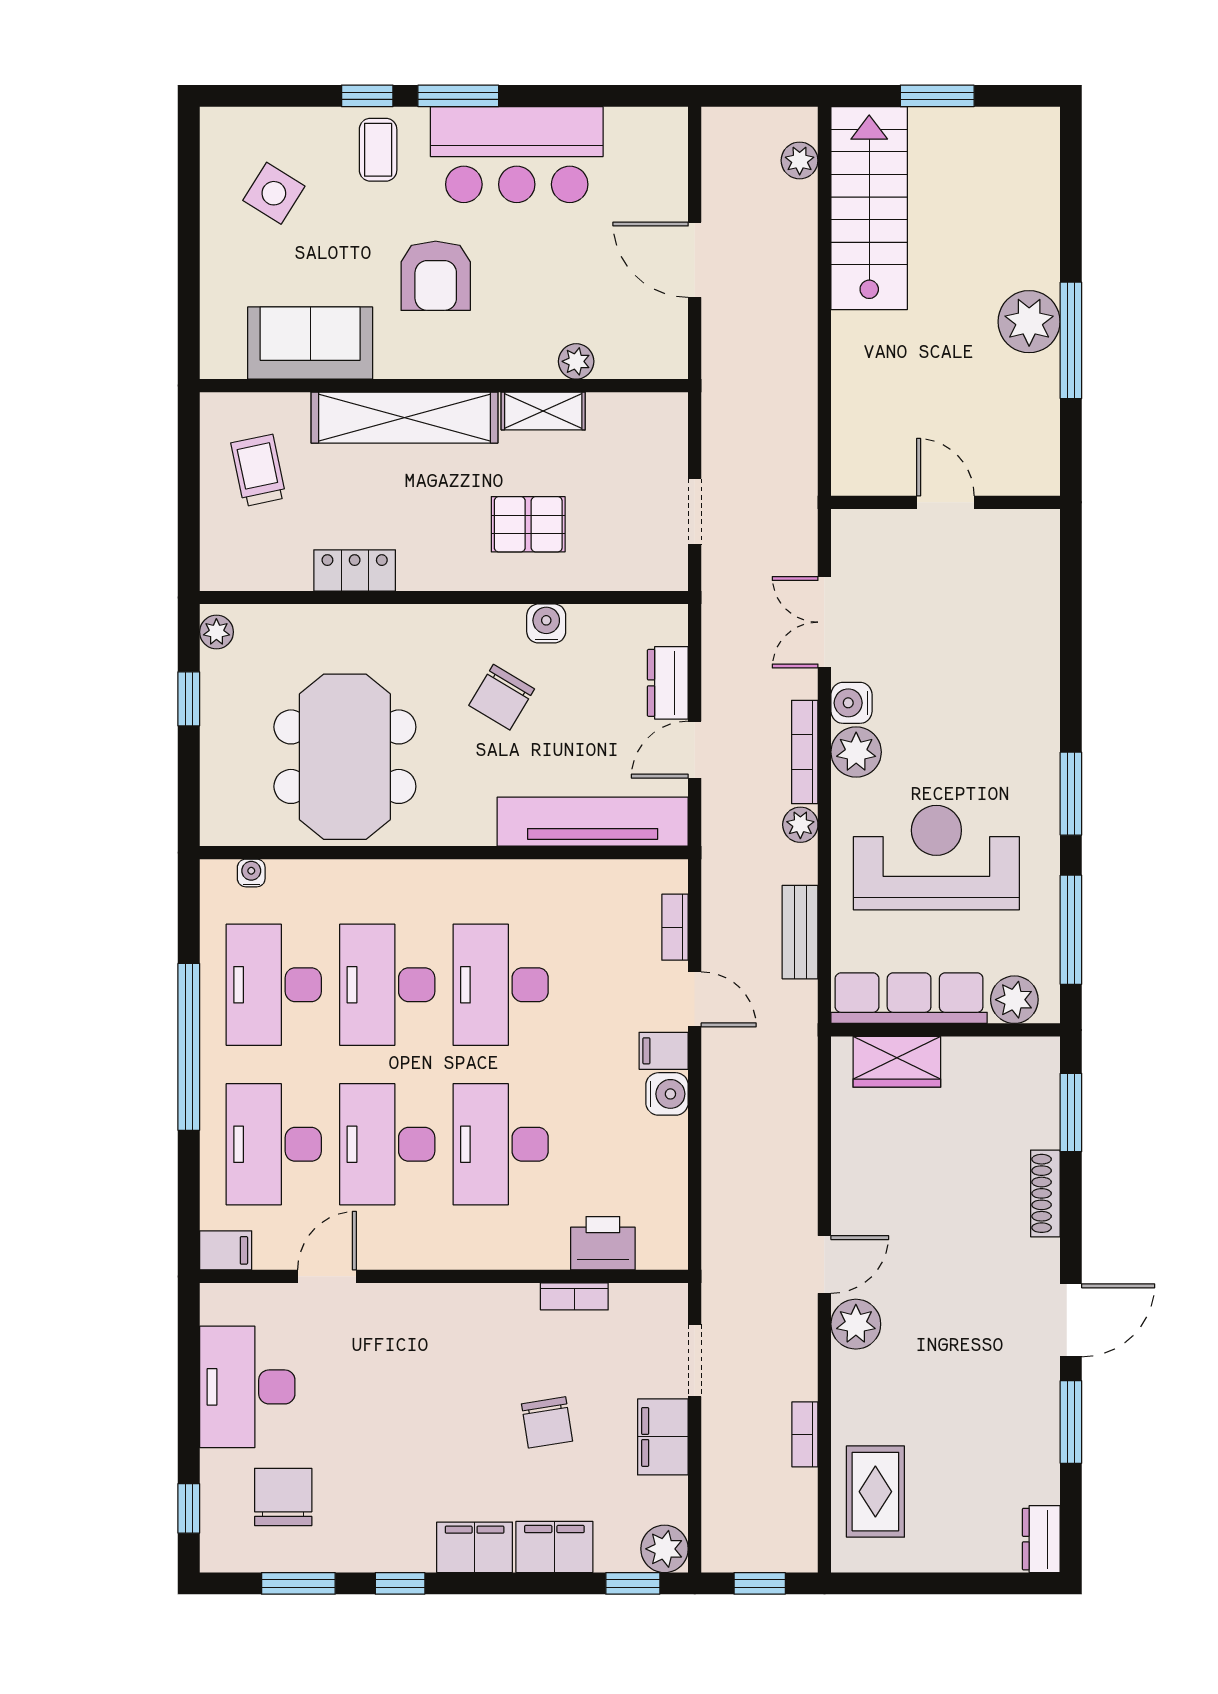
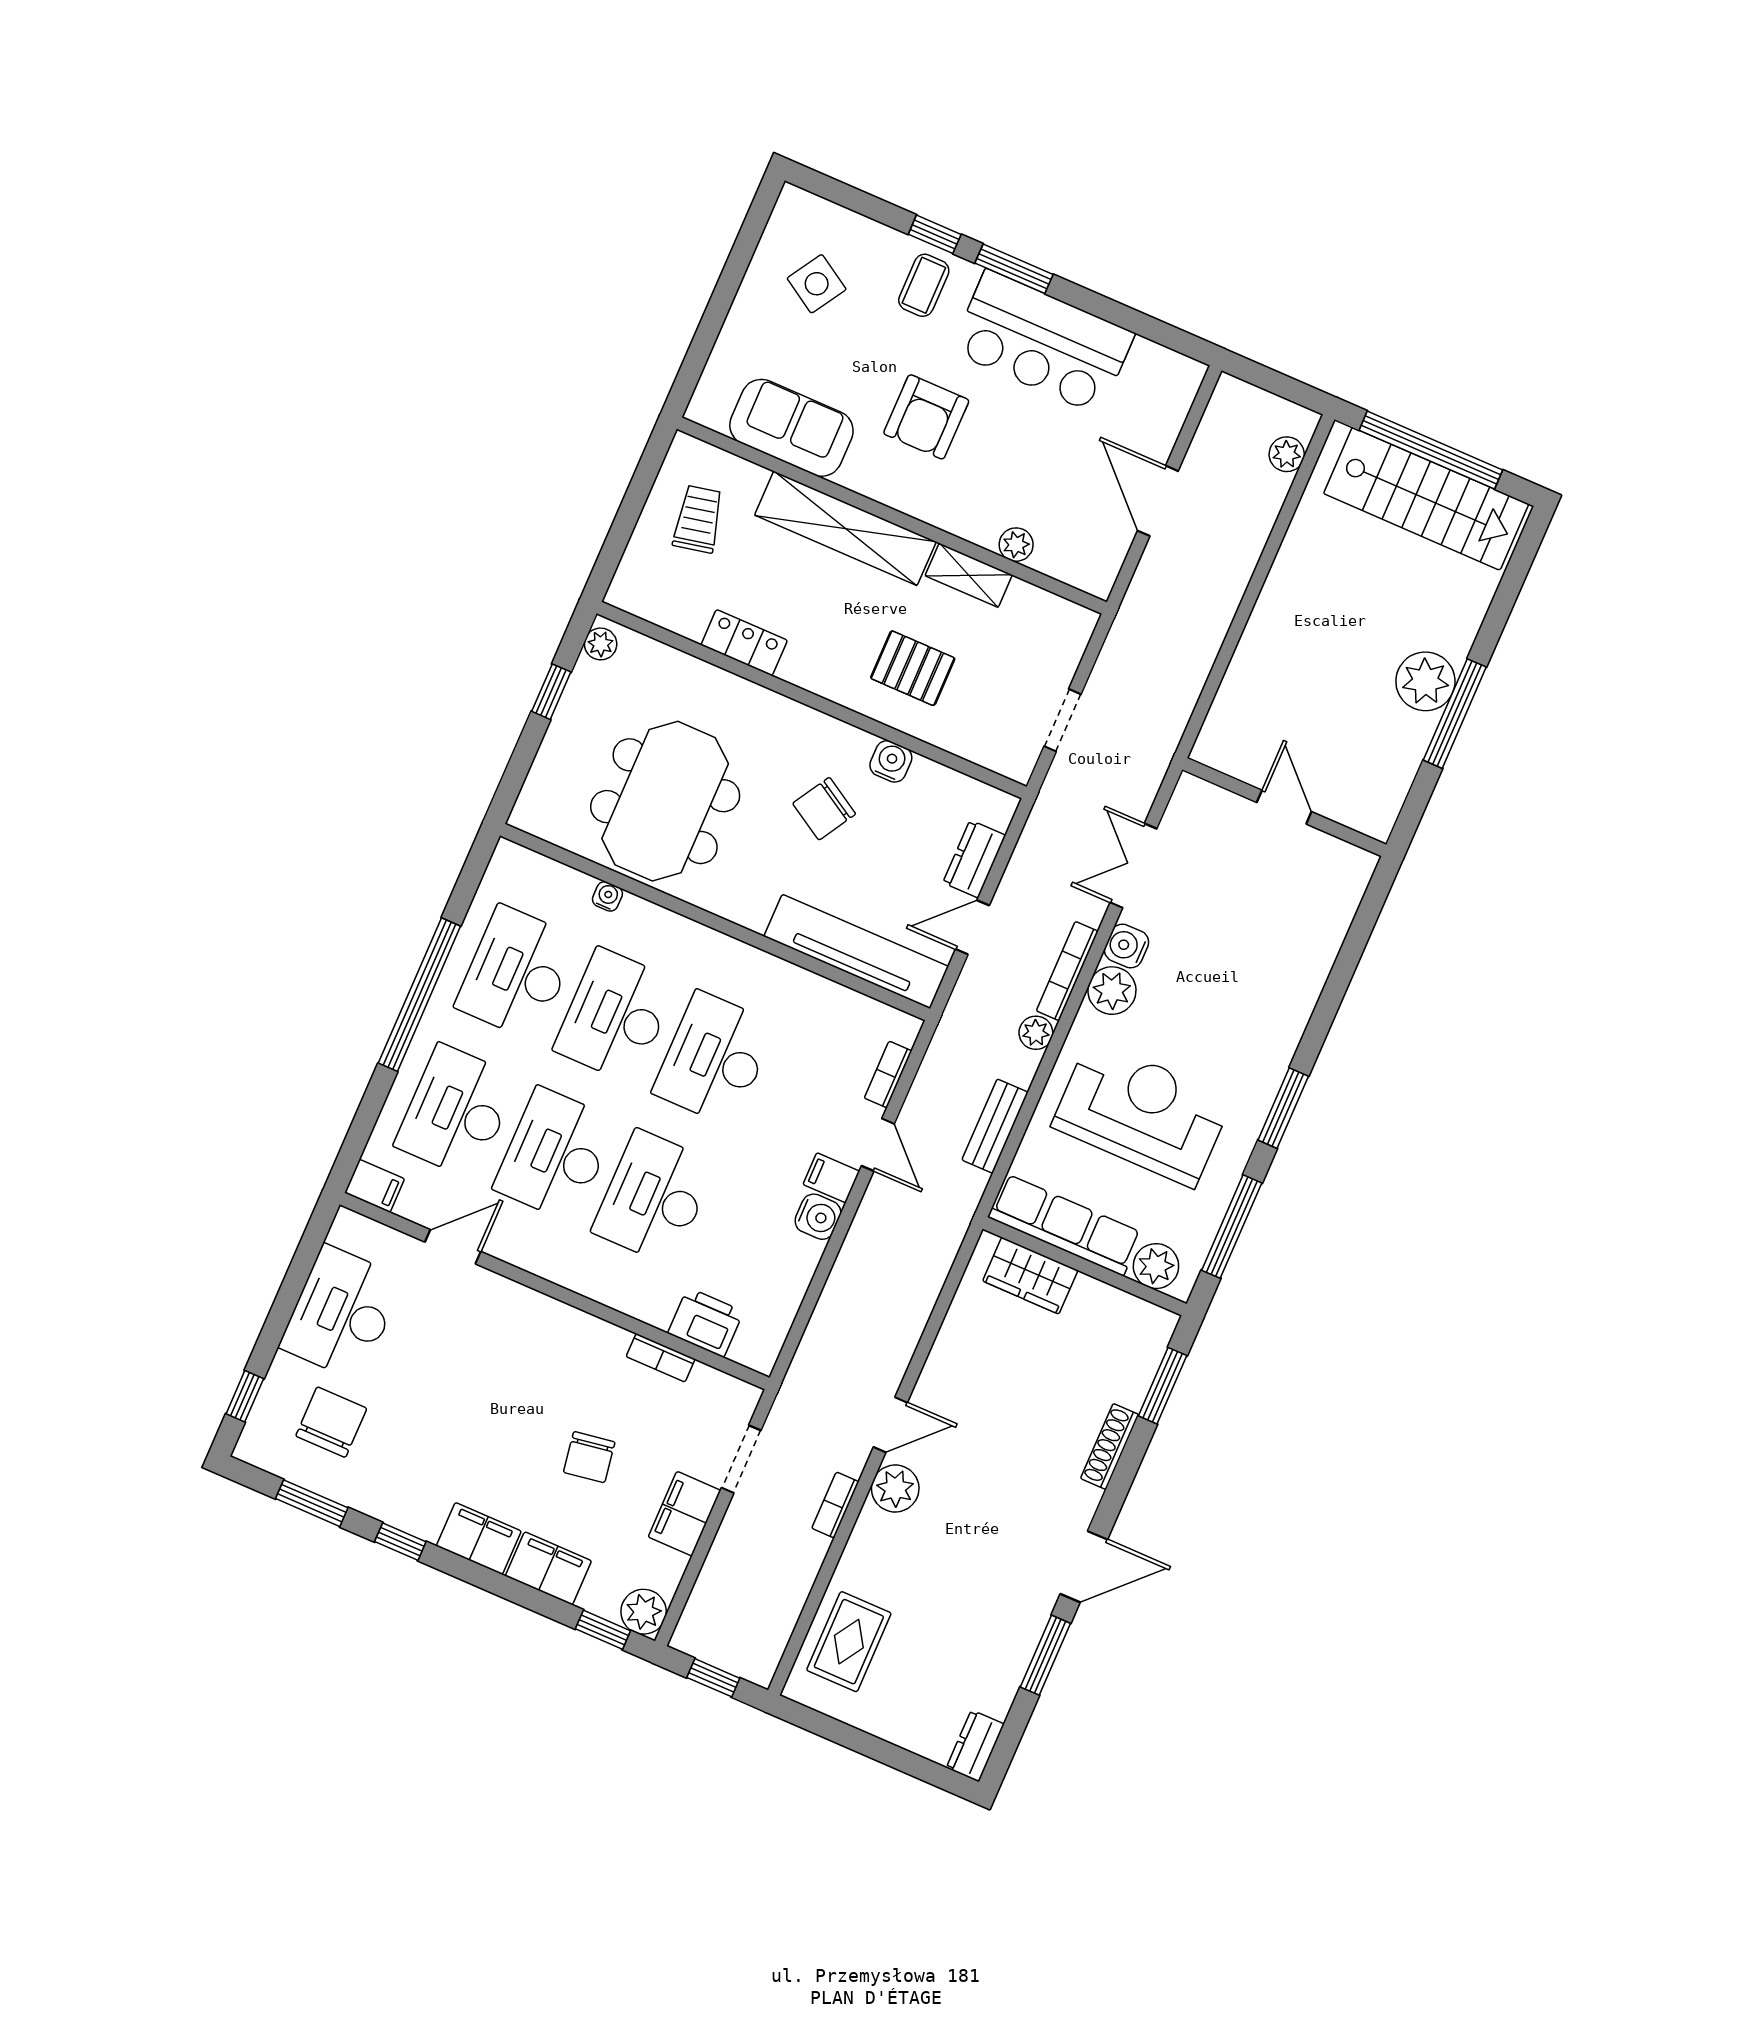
window: (937, 96) -> (1431, 450), width x2.11
stairs: (869, 208) -> (1426, 499), moved, turned 90
water cooler: (251, 873) -> (607, 896), moved
bookcase: (805, 1434) -> (835, 1505), moved

